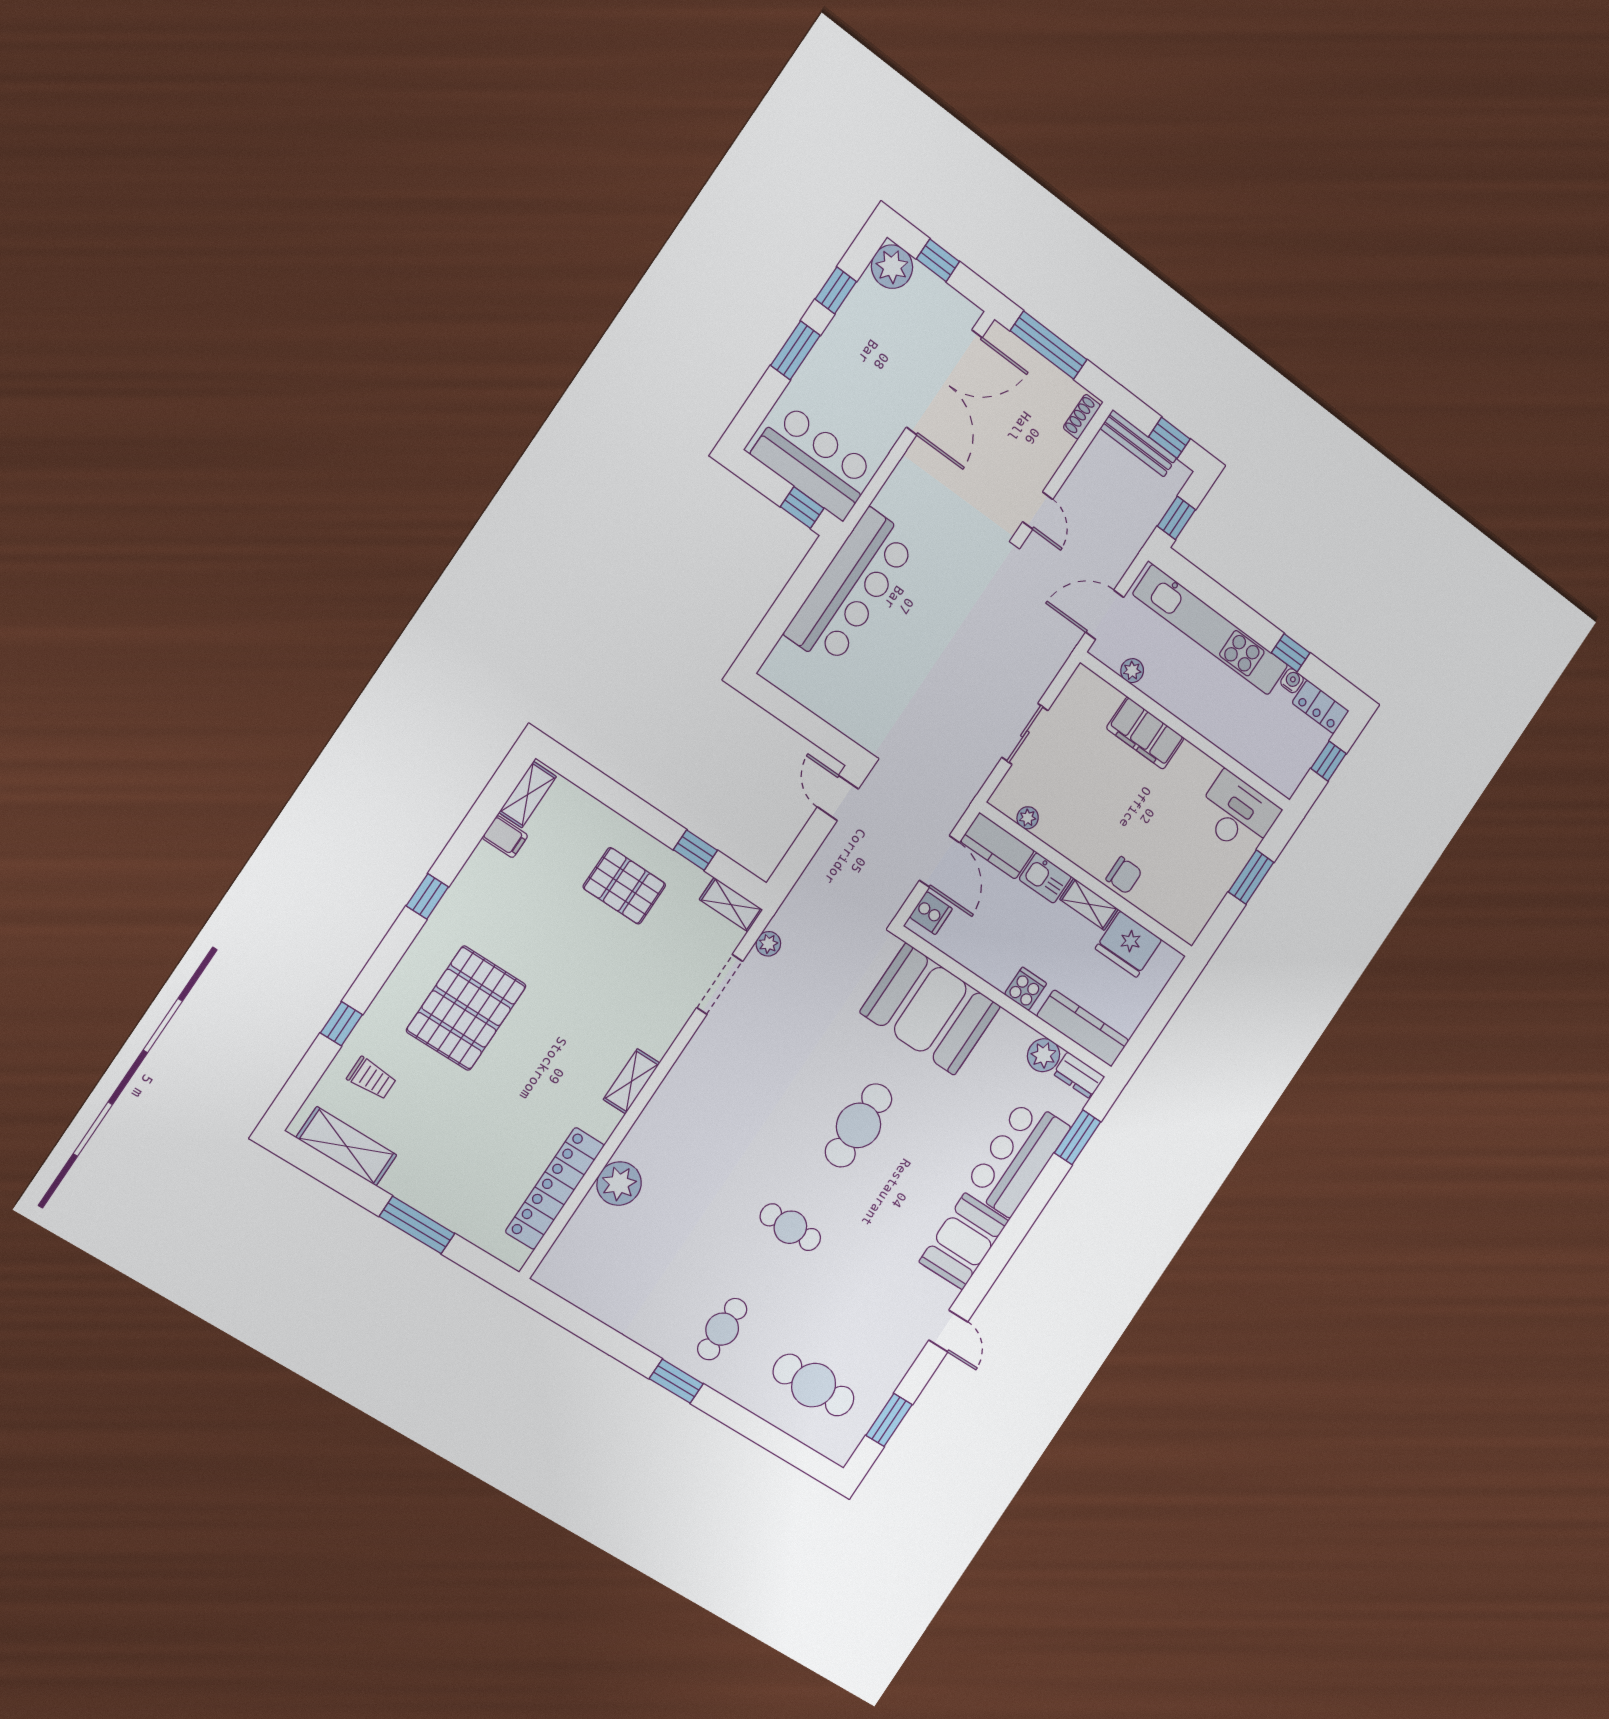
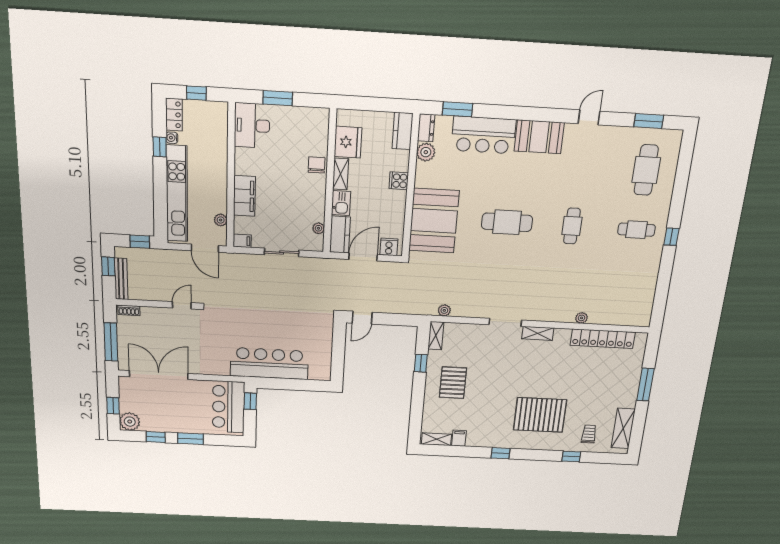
filing cabinet: (1080, 683) -> (242, 241), added
doorway: (720, 984) -> (505, 322), moved
kitchen counter: (1083, 1028) -> (403, 131), width x0.67
plant: (619, 1184) -> (581, 318), width x0.53, depth x0.53
window: (676, 1381) -> (671, 237), width x0.67

